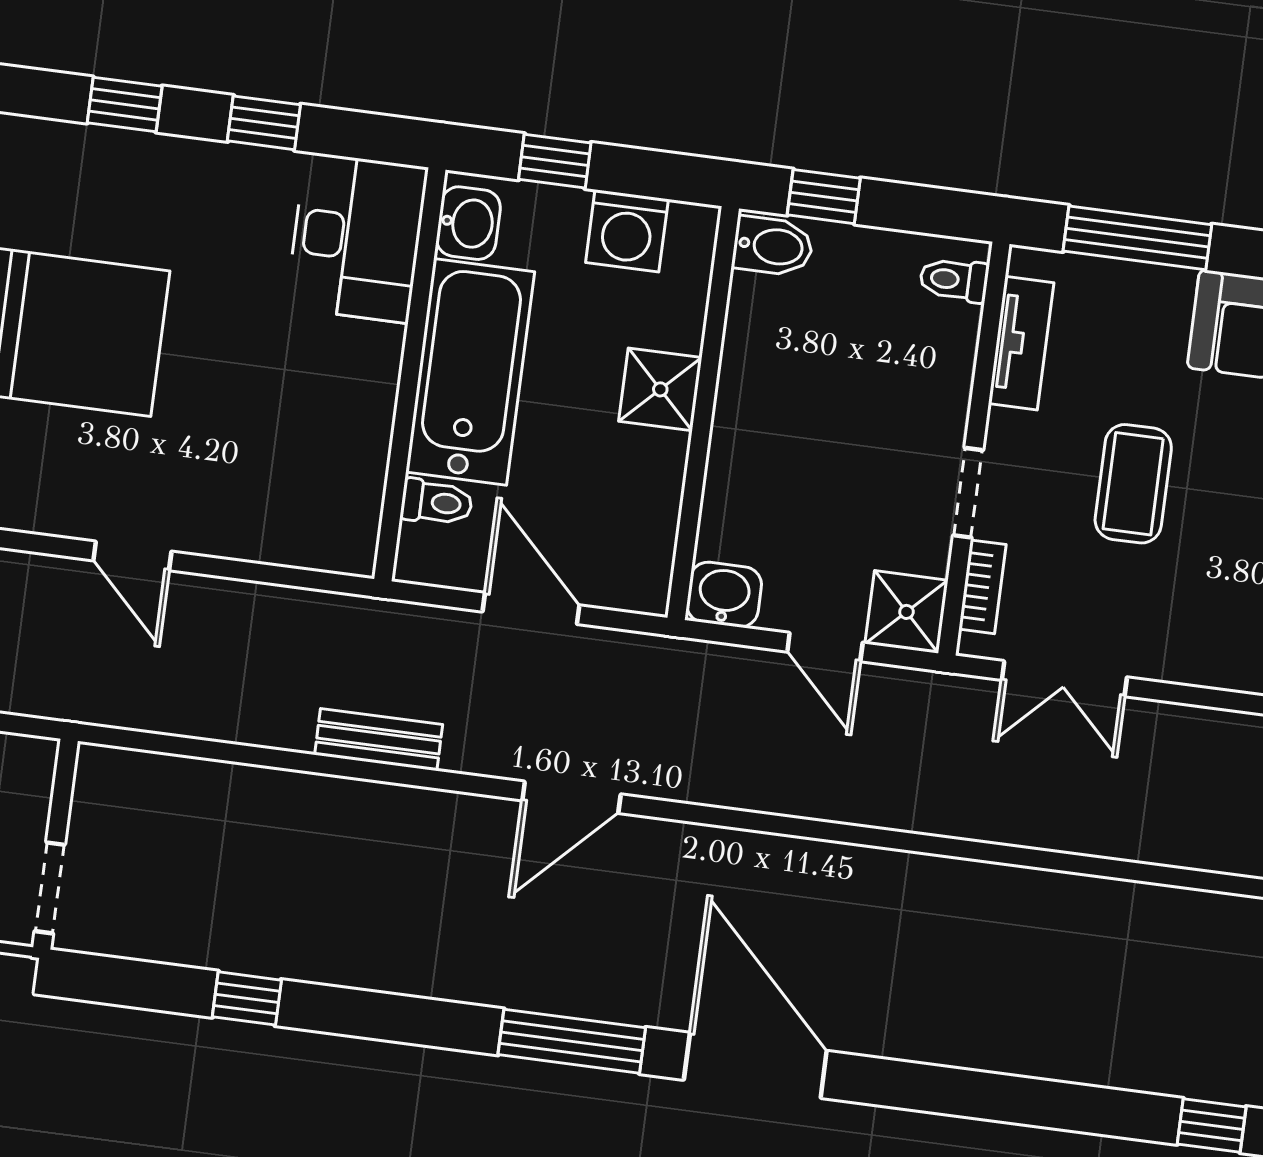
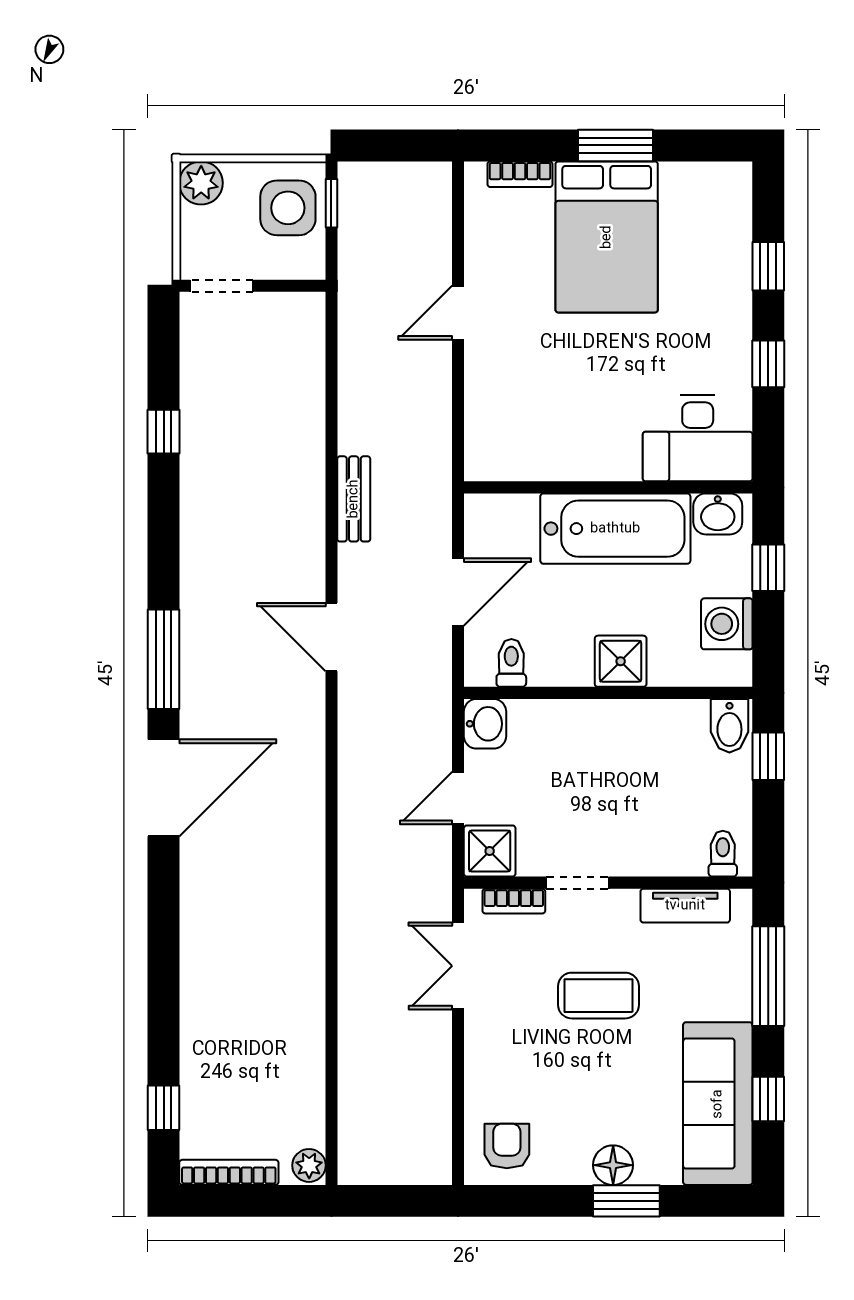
toilet: (437, 502) -> (511, 663), moved, turned 180

